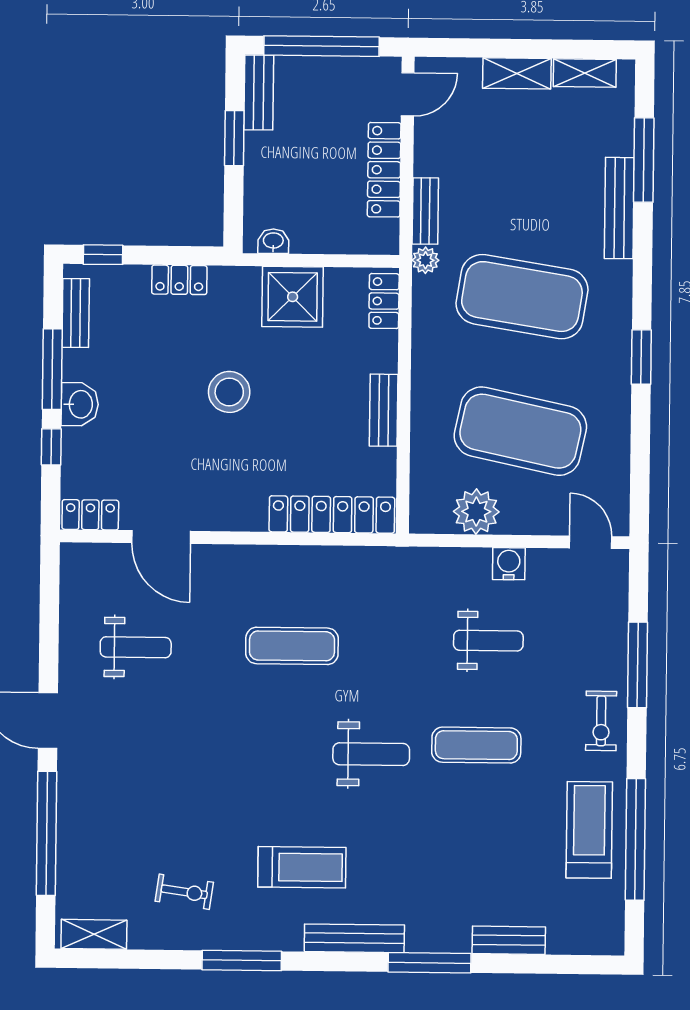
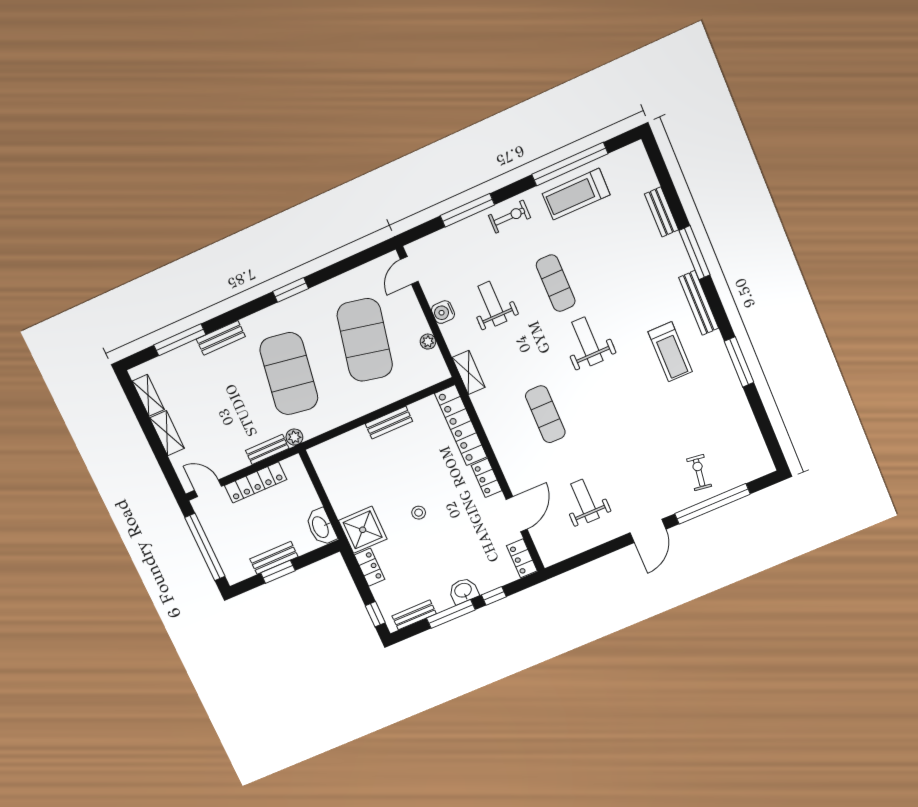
bench: (259, 92) -> (274, 558), moved
bench: (619, 208) -> (221, 338), width x0.73
washbasin: (273, 241) -> (321, 527), width x1.91, depth x1.45
shower: (293, 297) -> (363, 530), moved
locker: (384, 301) -> (487, 478), moved, turned 90
stool: (229, 392) -> (419, 513), width x0.53, depth x0.53
plant: (476, 512) -> (428, 342), width x0.53, depth x0.53
treadmill: (302, 867) -> (670, 352), turned 180
exercise bike: (184, 892) -> (699, 473), moved
shelving: (94, 934) -> (469, 372), moved

